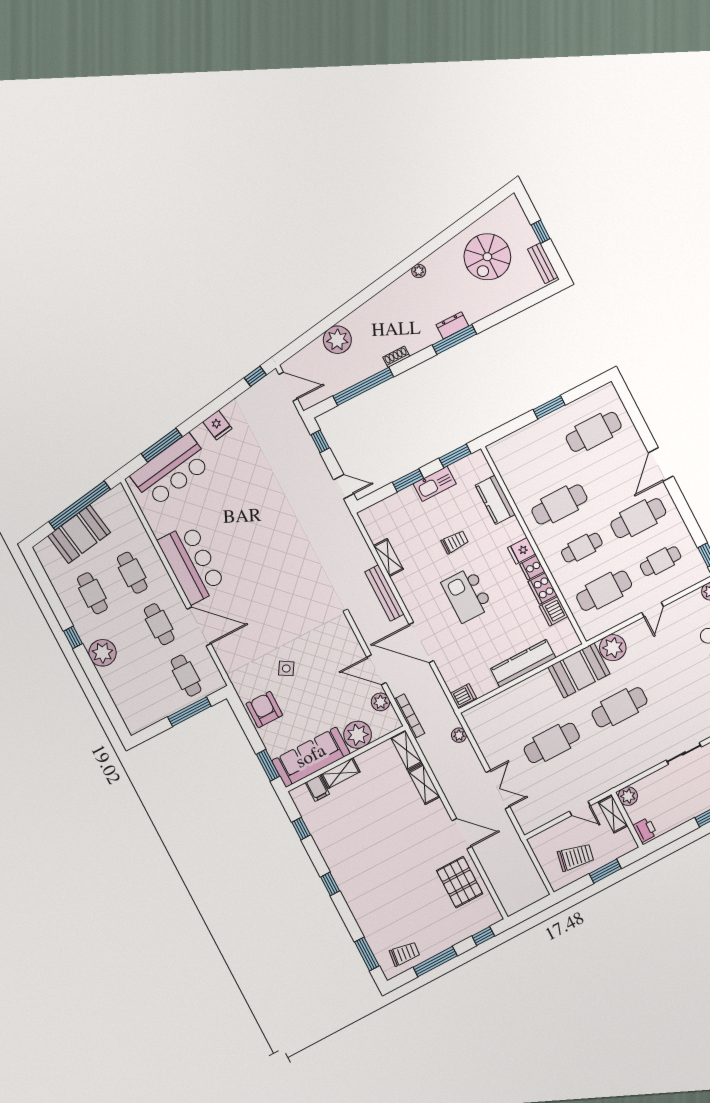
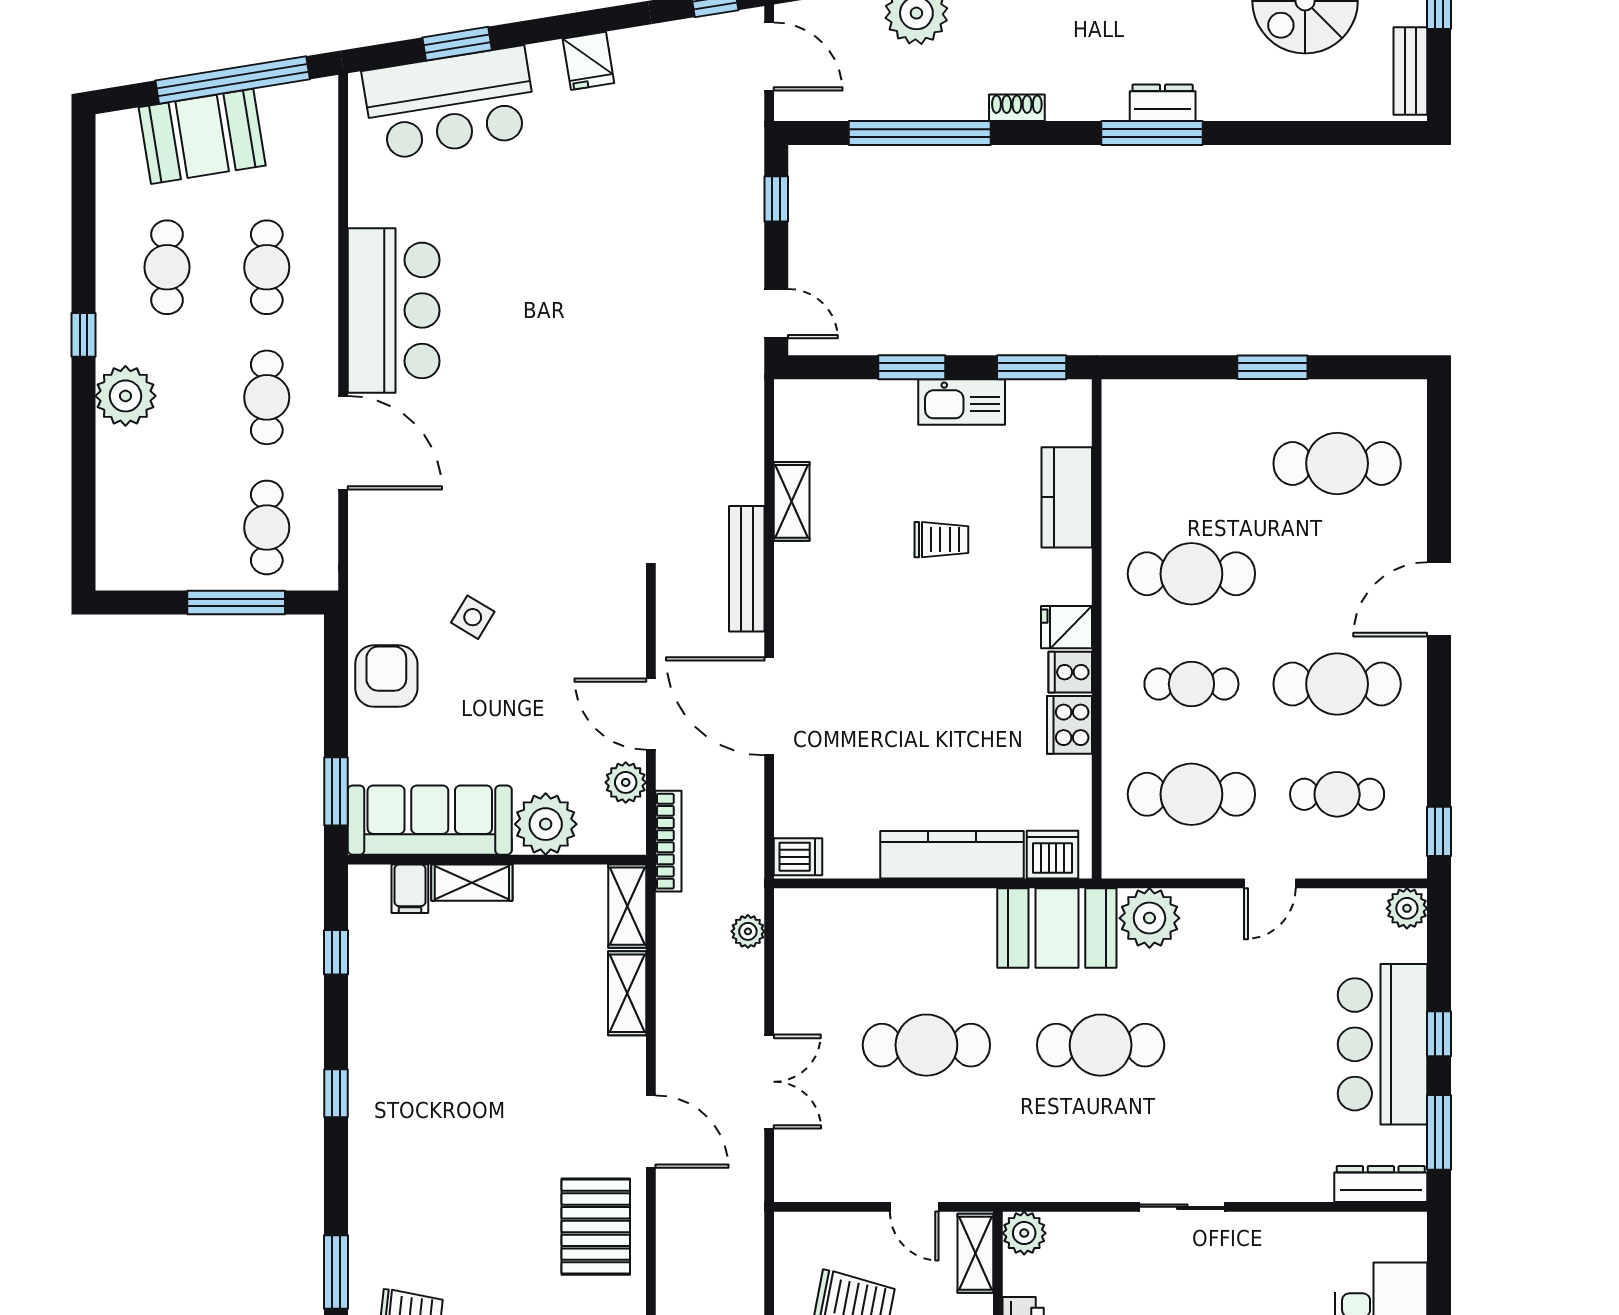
window: (162, 445) -> (457, 44), width x0.69
kitchen island: (467, 595) -> (910, 659), removed
dishwasher: (554, 611) -> (1052, 855), moved, turned 90

